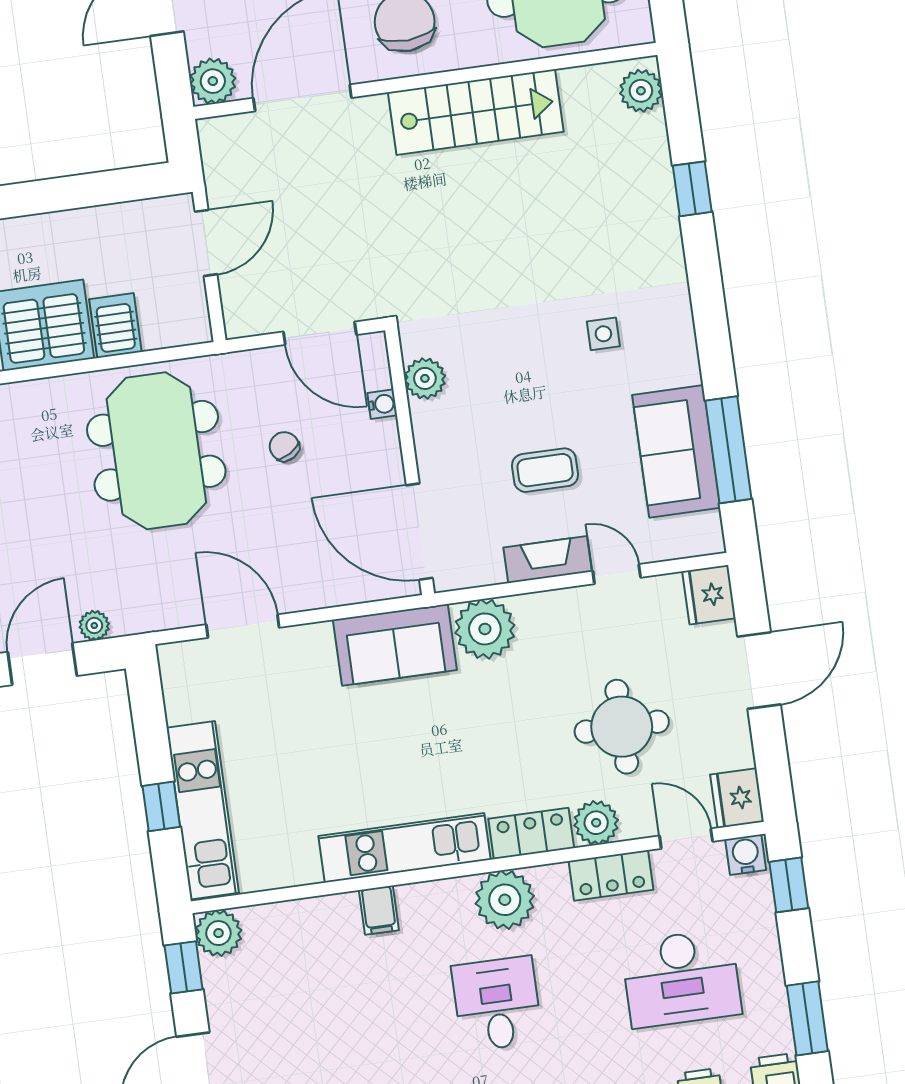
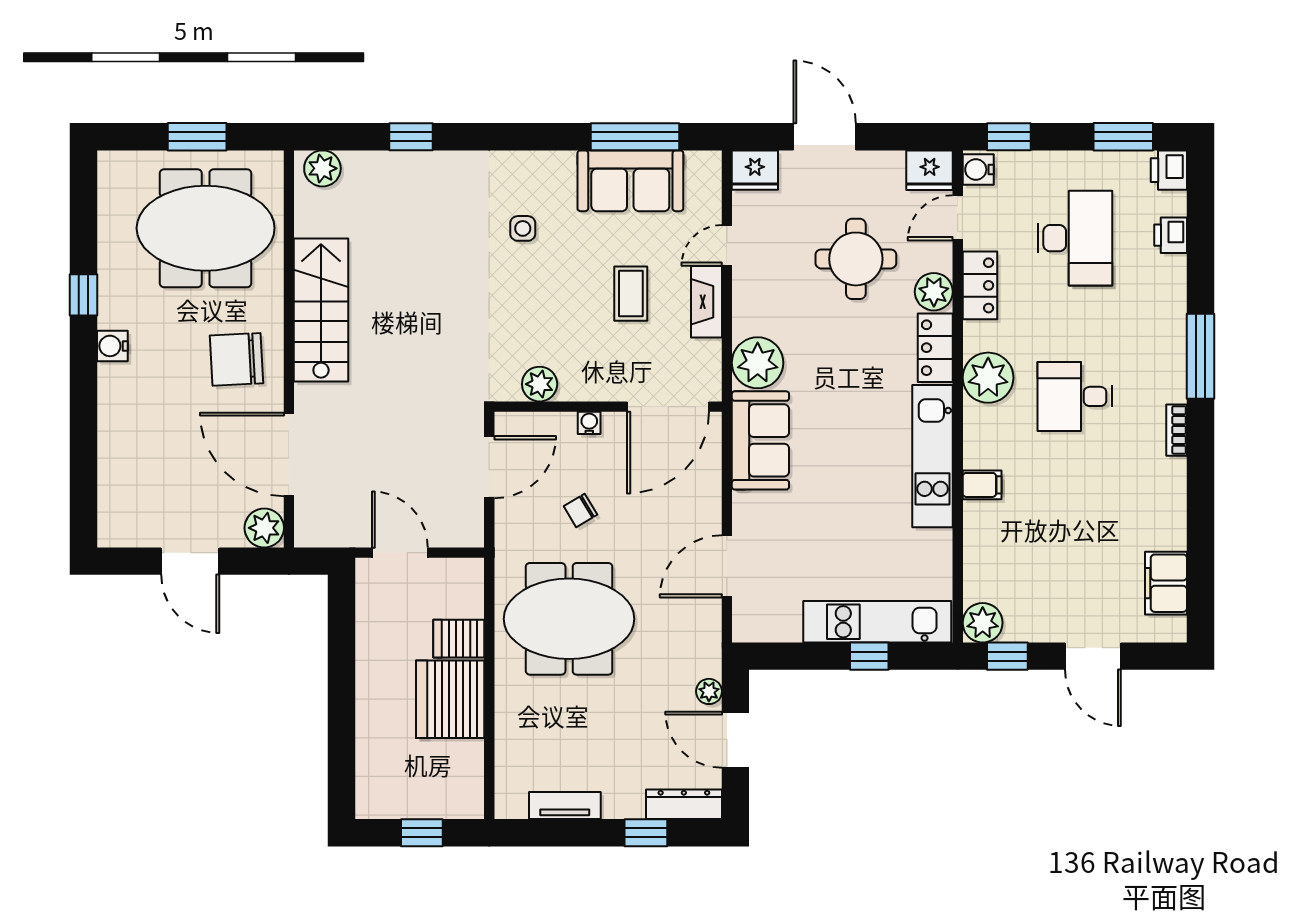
water cooler: (382, 404) -> (589, 423), moved

